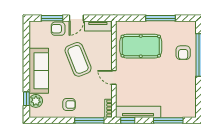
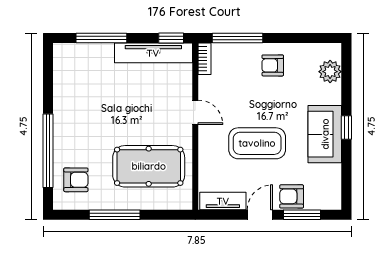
armchair: (58, 29) -> (292, 196), turned 180
armchair: (183, 53) -> (76, 180), moved, turned 90
coffee table: (78, 59) -> (257, 143), turned -68
sofa: (39, 71) -> (325, 134), width x0.73
window: (26, 99) -> (346, 128), moved

